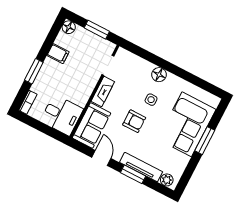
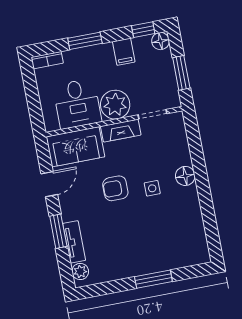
window: (54, 32) -> (143, 30), added
plant: (85, 83) -> (115, 105), added
desk: (62, 115) -> (77, 104), moved
armchair: (134, 121) -> (115, 188), turned 90
corner sofa: (187, 124) -> (156, 247), removed
tv unit: (141, 167) -> (74, 242), width x0.71

